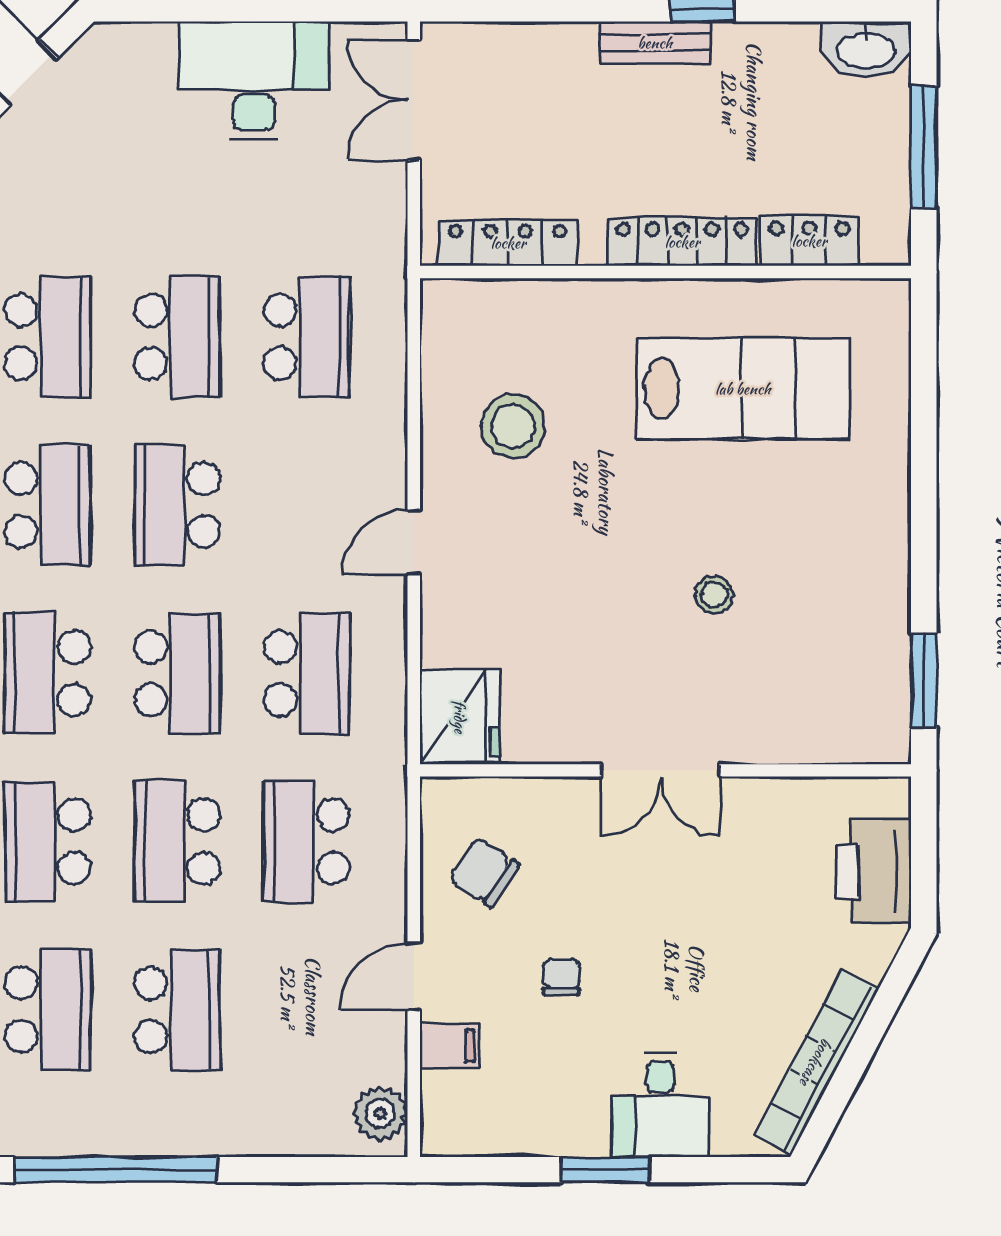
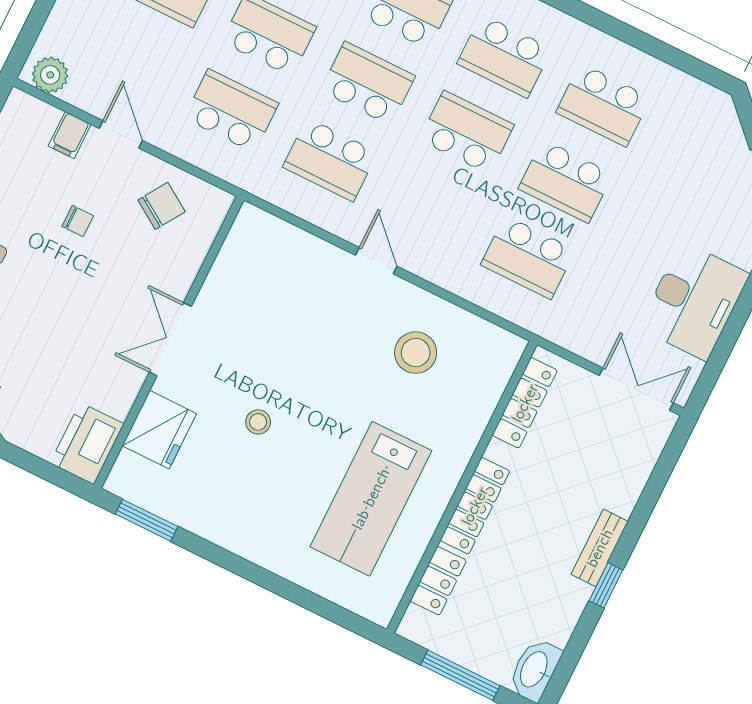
school desk: (177, 673) -> (368, 83), turned 180
fridge: (460, 717) -> (159, 430), moved, turned -90
printer: (874, 871) -> (87, 443), moved, turned -90

